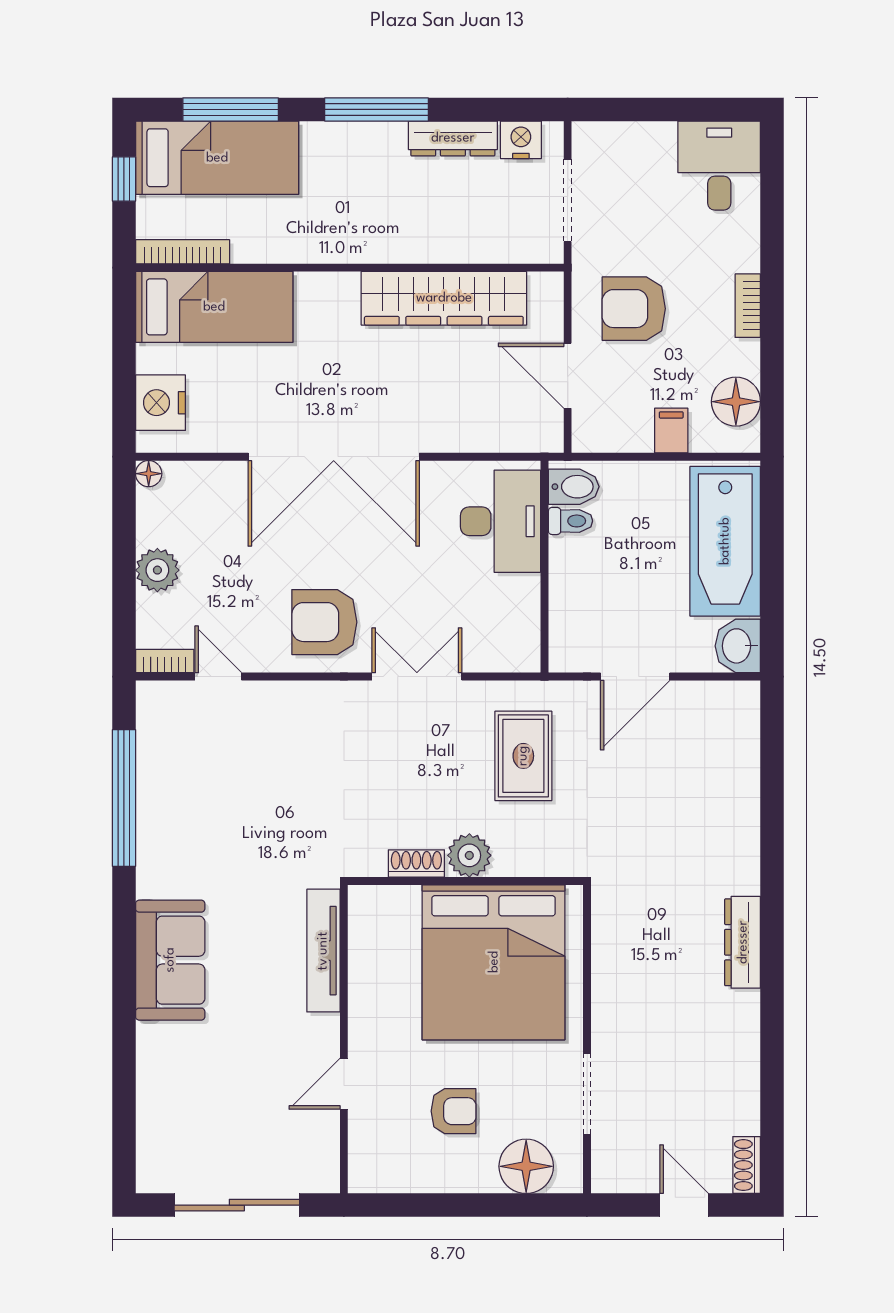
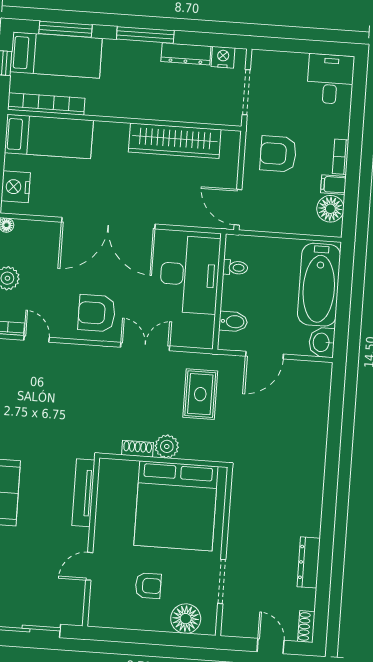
bookcase: (183, 252) -> (46, 104), width x1.48, depth x1.31
door: (568, 376) -> (238, 207), moved
filing cabinet: (671, 431) -> (333, 185), moved, turned -90
bidet: (574, 487) -> (233, 322), moved
desk: (501, 521) -> (190, 275), width x1.36, depth x1.30
dresser: (743, 942) -> (309, 562), moved

